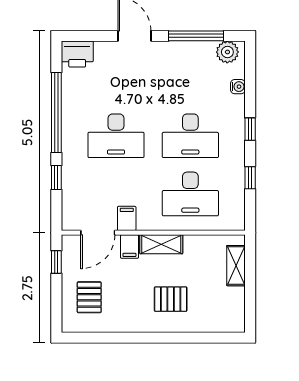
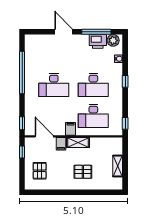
printer: (77, 54) -> (98, 41), moved
window: (56, 177) -> (22, 123), moved
window: (250, 178) -> (125, 123), moved
filing cabinet: (127, 218) -> (71, 129), moved
door: (98, 233) -> (44, 136), swing flipped
shelving: (236, 266) -> (118, 166), moved

